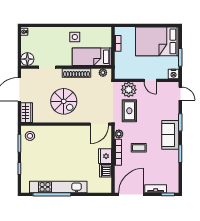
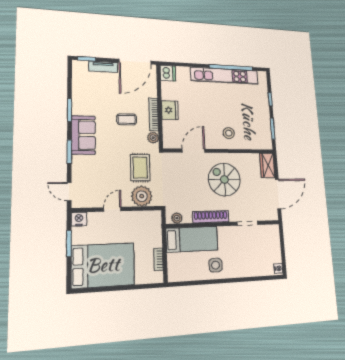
floor lamp: (27, 59) -> (272, 233), removed
door: (150, 80) -> (112, 209), hinge flipped
door: (99, 124) -> (194, 151), moved
stool: (30, 136) -> (229, 133), moved
dishwasher: (106, 171) -> (168, 73), moved

